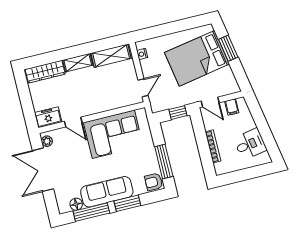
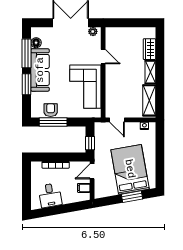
wardrobe: (45, 72) -> (149, 49), width x0.67
freezer: (48, 117) -> (112, 37), removed
door: (73, 122) -> (103, 57), swing flipped
armchair: (154, 182) -> (51, 110), moved

